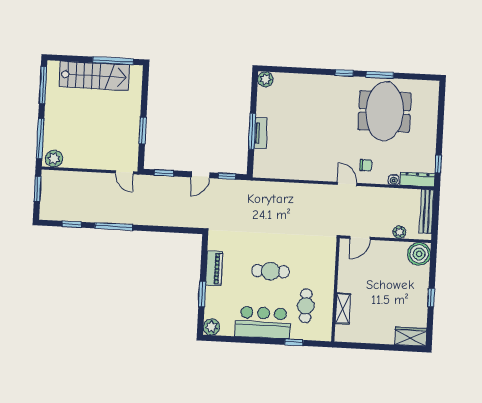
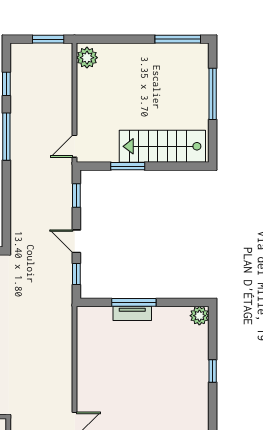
window: (113, 61) -> (213, 94), moved
window: (344, 73) -> (213, 371), moved
stairs: (94, 76) -> (162, 146), moved, turned 90
window: (40, 139) -> (111, 39), removed

